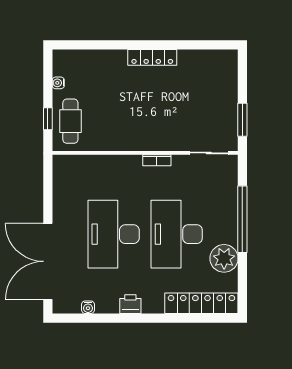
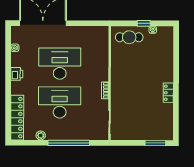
locker: (152, 57) -> (168, 93), width x0.66
window: (48, 119) -> (144, 23), moved
window: (242, 120) -> (155, 143), moved
plant: (224, 258) -> (41, 135), width x0.53, depth x0.53

